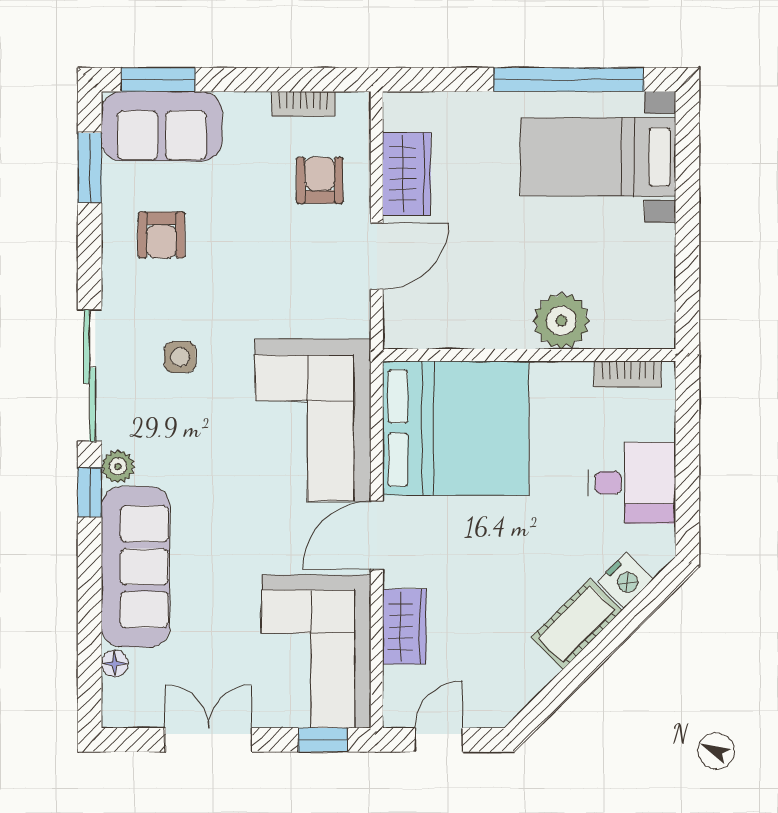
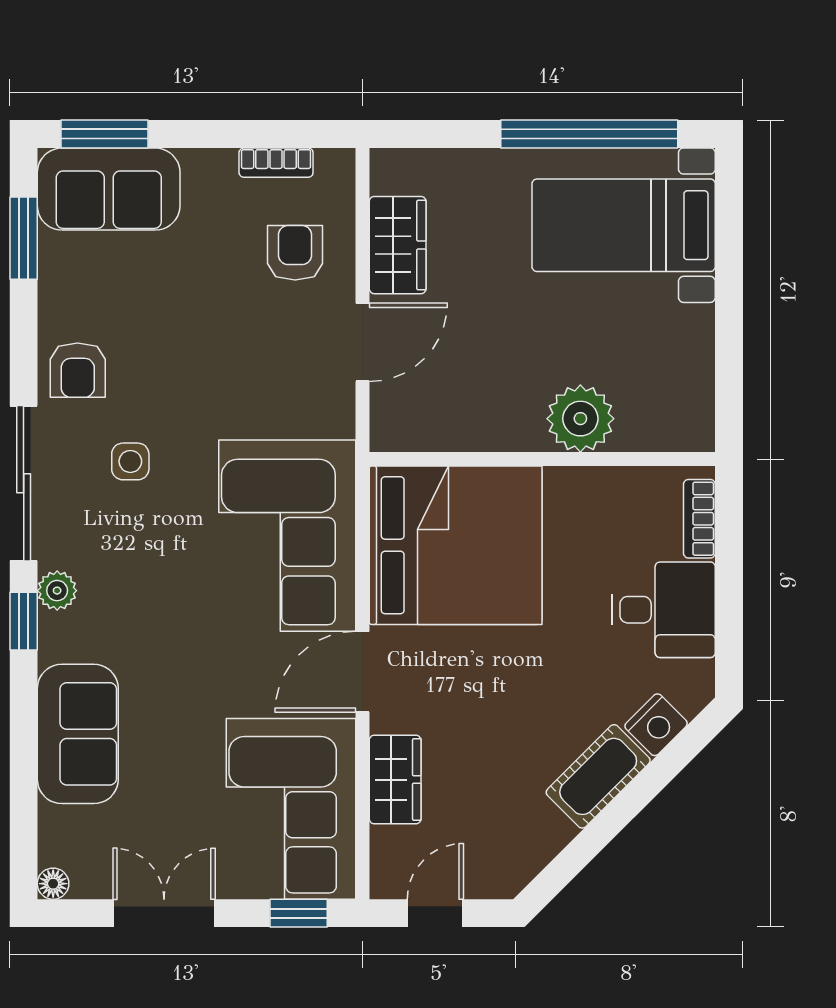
armchair: (161, 235) -> (78, 370), moved
bookcase: (628, 374) -> (699, 519), moved, turned 90
sofa: (136, 567) -> (78, 734), width x0.73
floor lamp: (115, 663) -> (53, 884), moved

